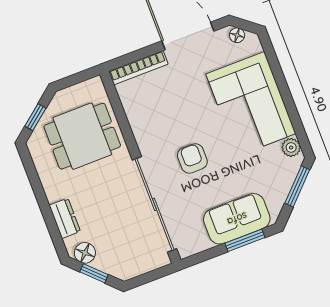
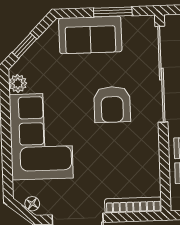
armchair: (192, 158) -> (112, 104), width x1.38, depth x1.38
window: (297, 186) -> (24, 46), width x0.67
window: (245, 240) -> (113, 12), moved

